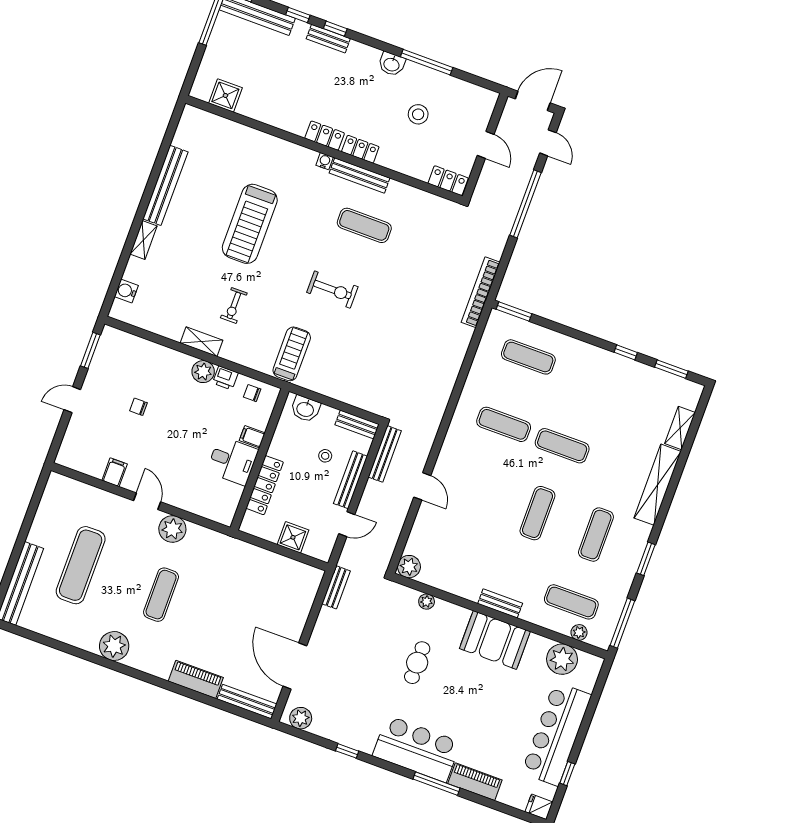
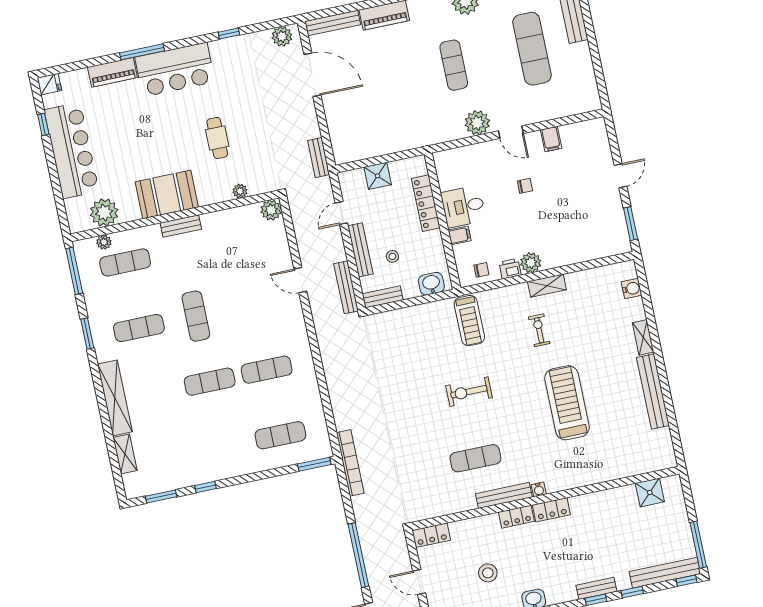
chair: (138, 407) -> (525, 186), moved
exercise mat: (596, 535) -> (139, 328), turned 90

